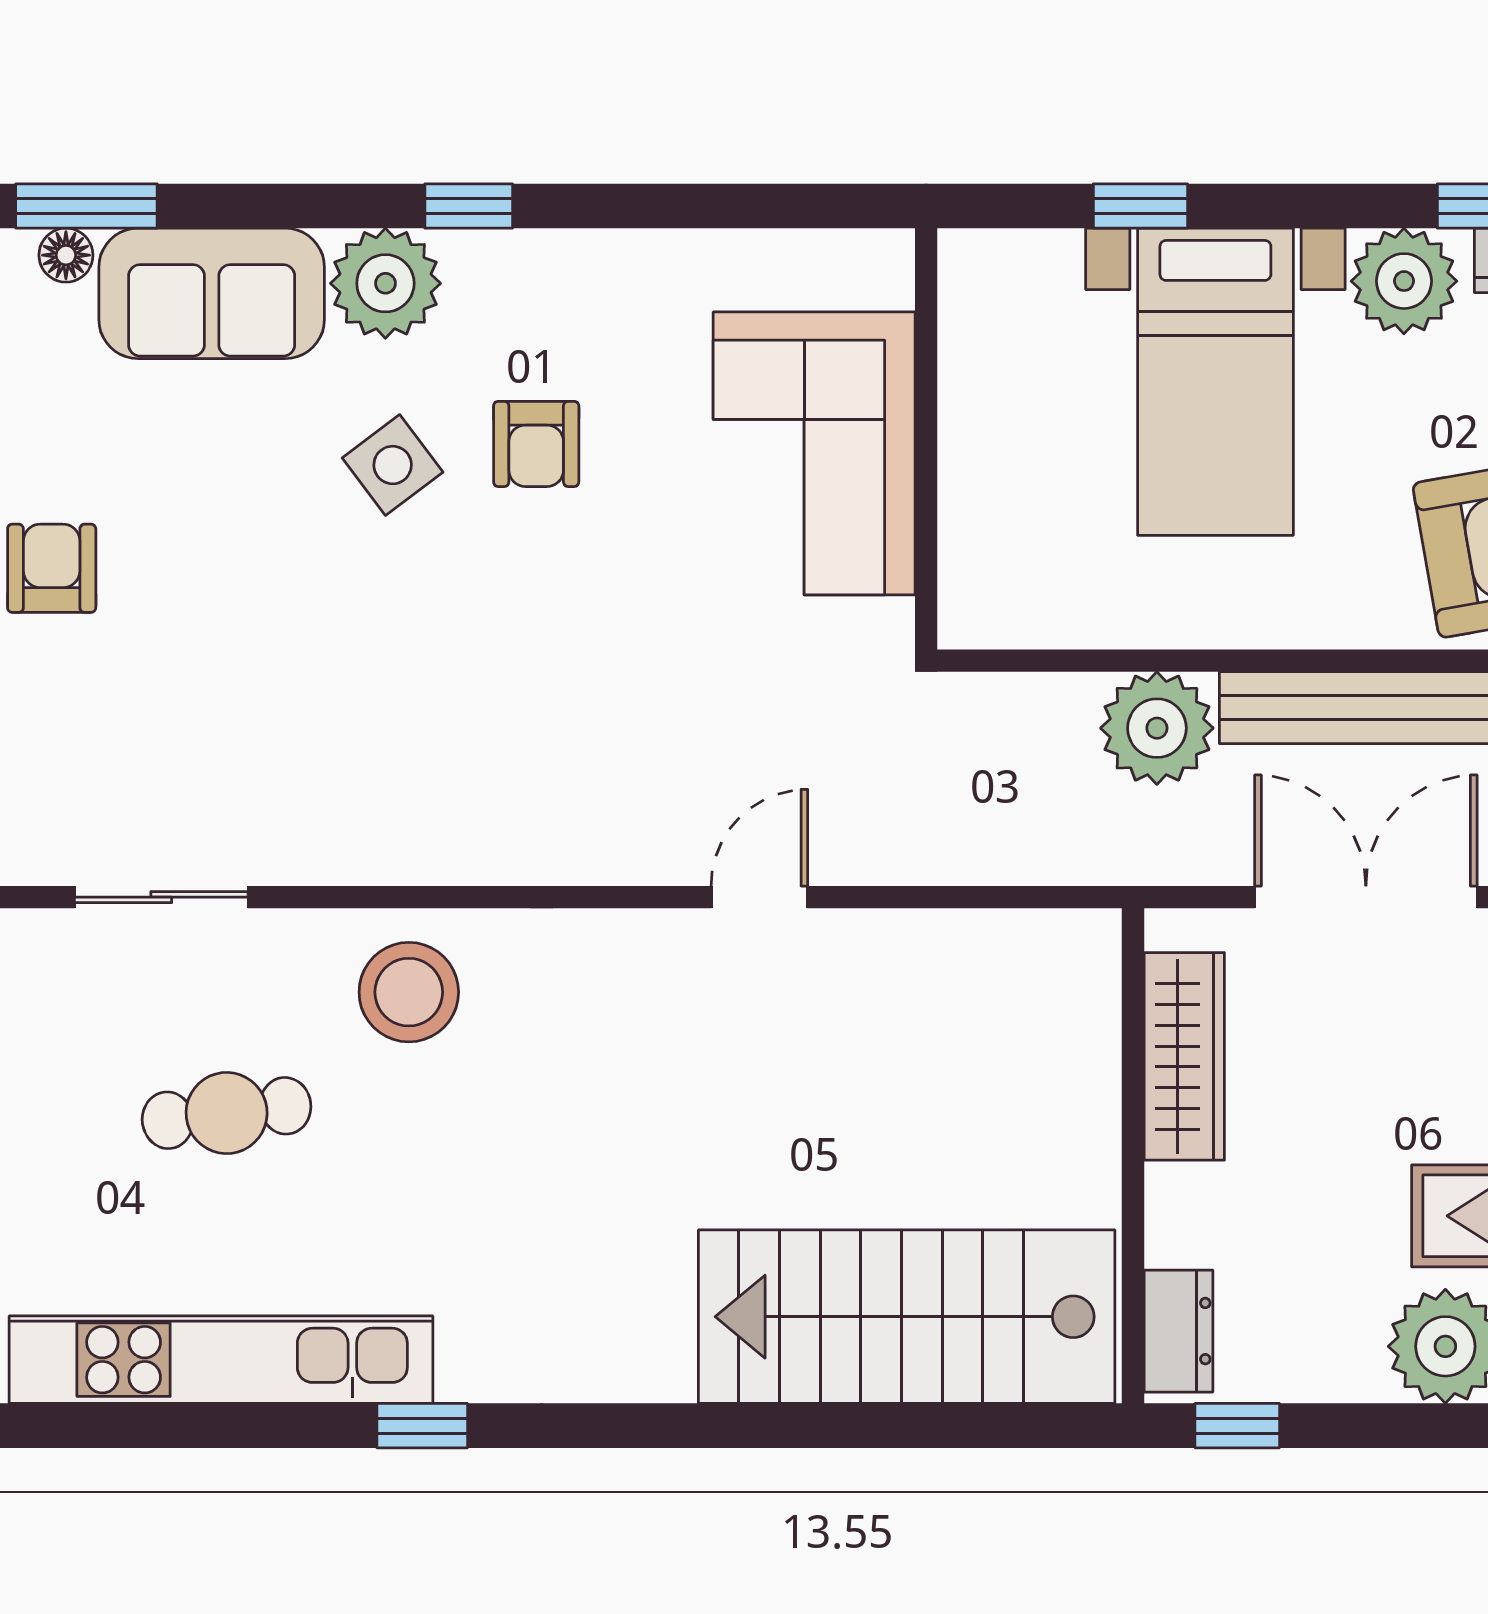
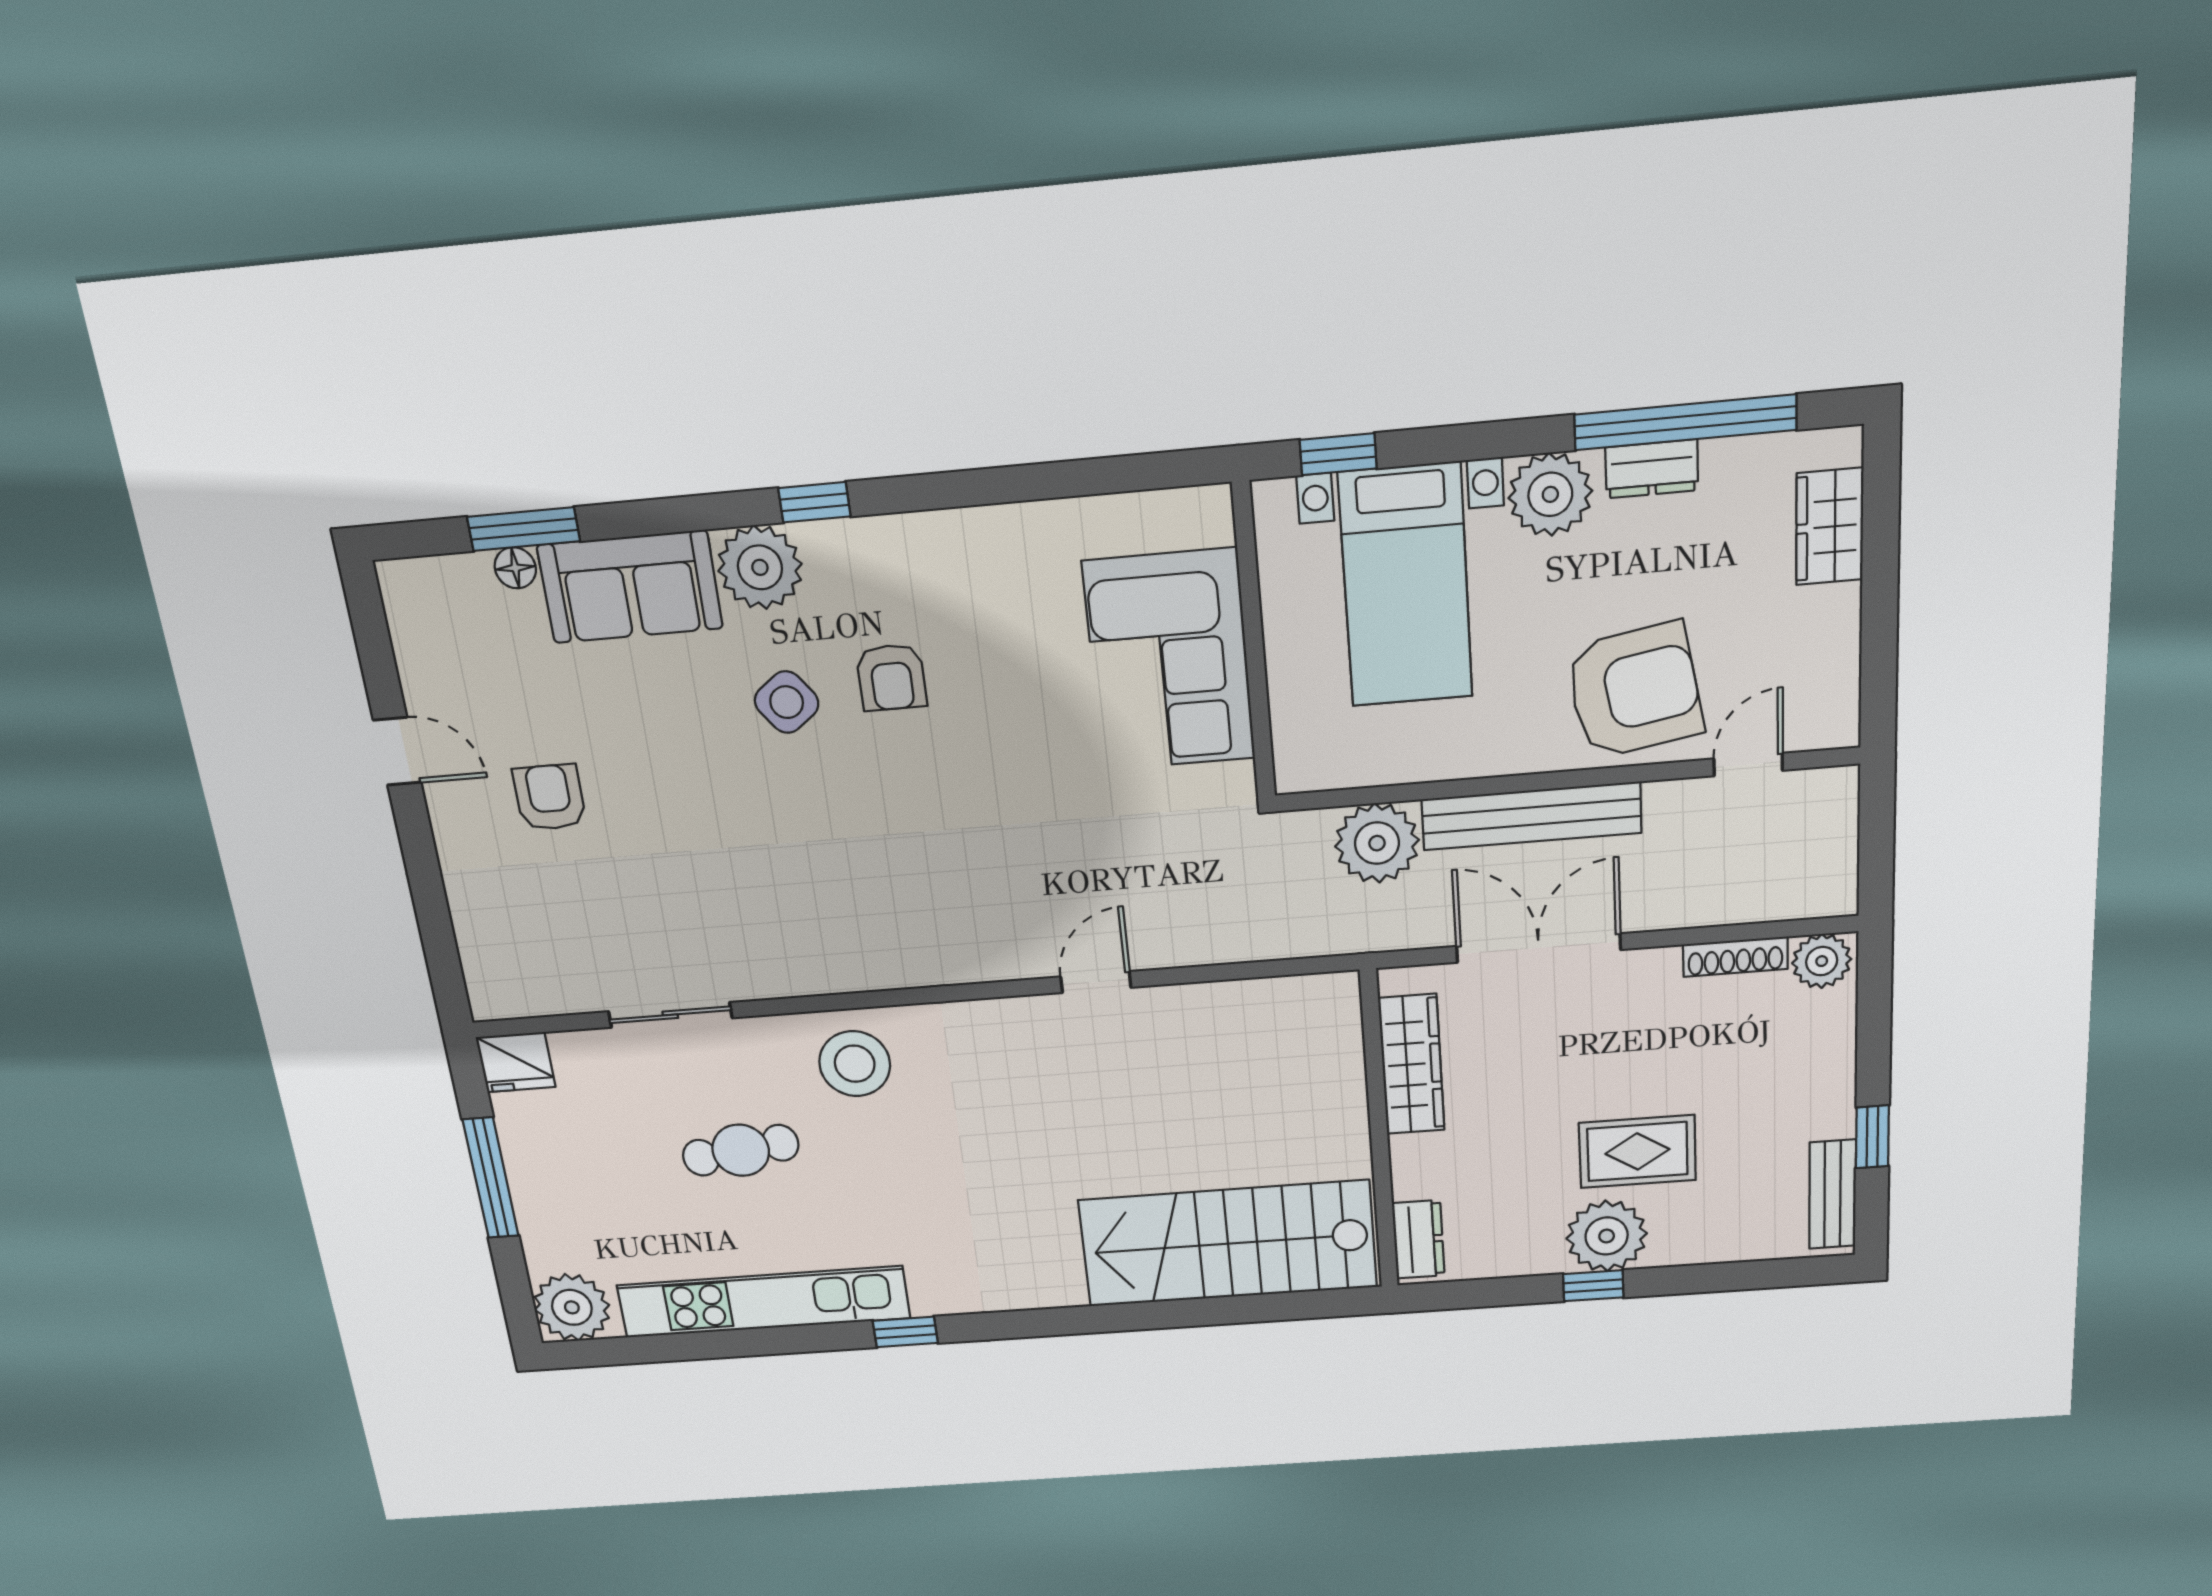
wall: (926, 439) -> (1254, 642), moved
corner sofa: (814, 453) -> (1169, 660), moved
window: (1237, 1426) -> (1593, 1286), moved

